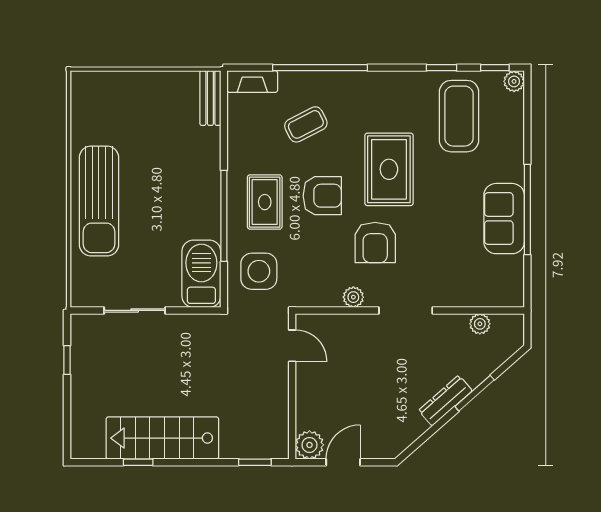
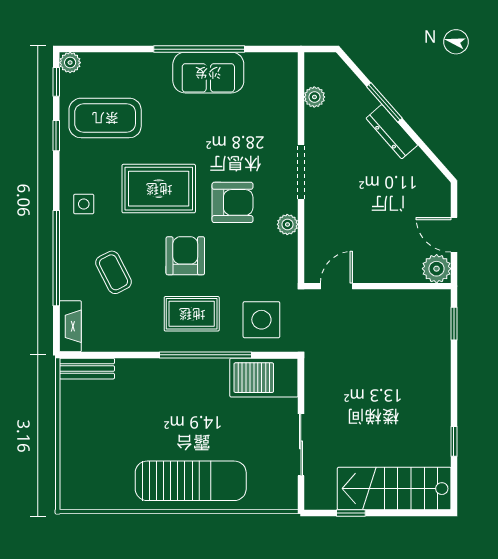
side table: (374, 95) -> (84, 204), added
stairs: (162, 438) -> (394, 489), moved, turned 90

